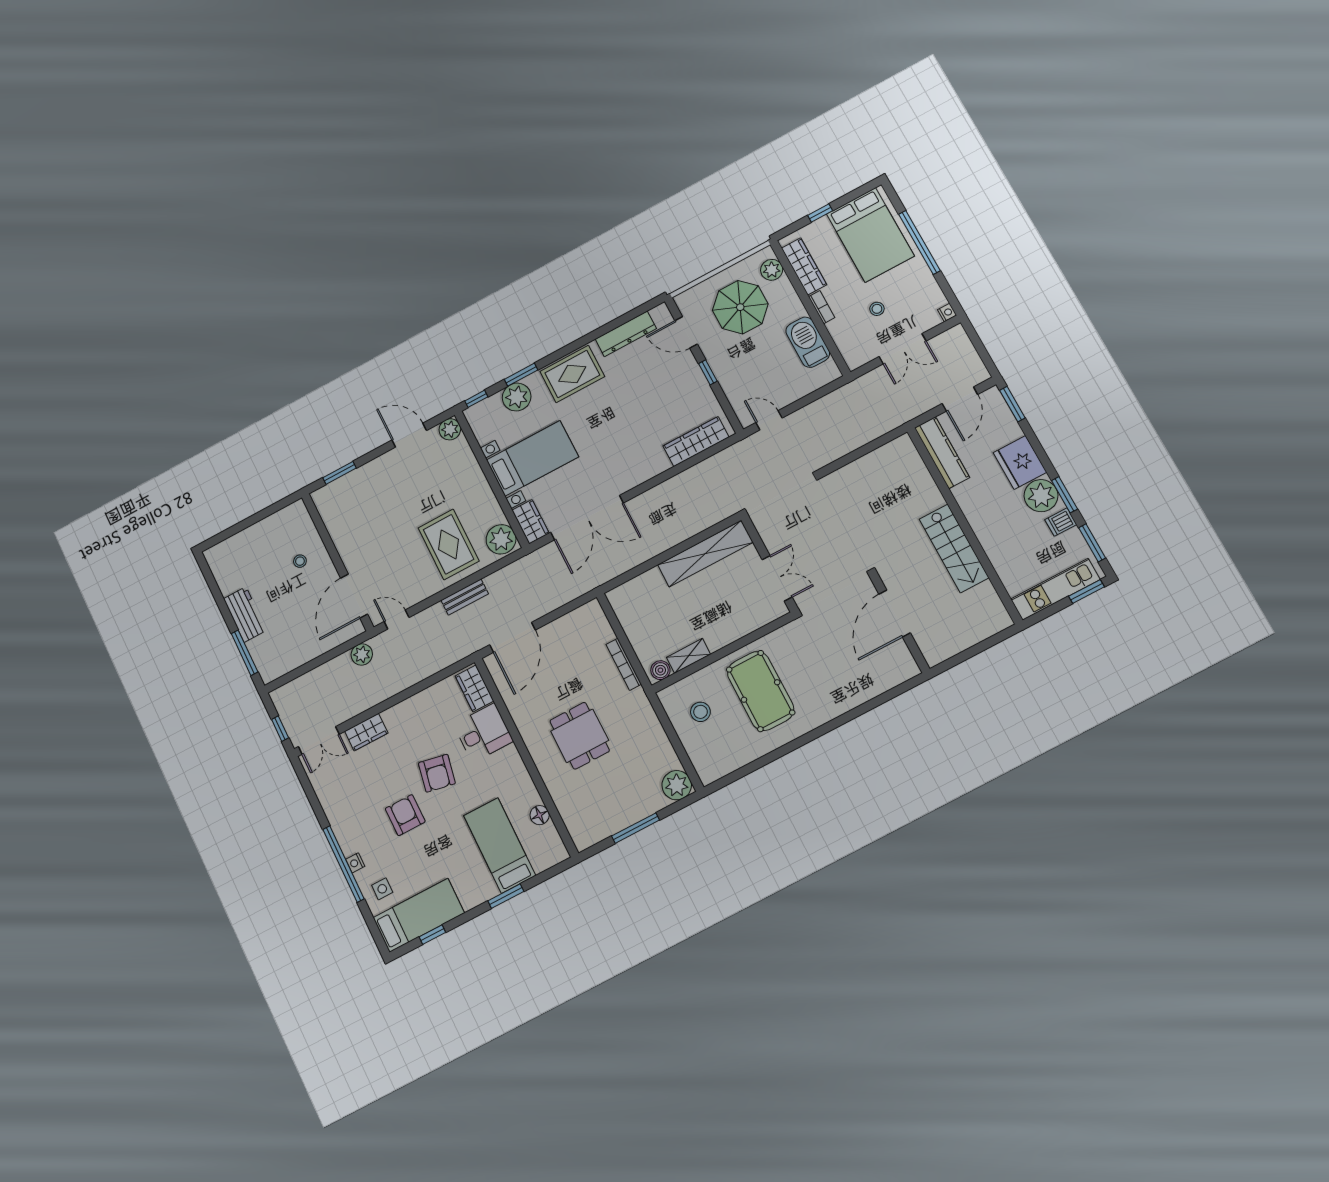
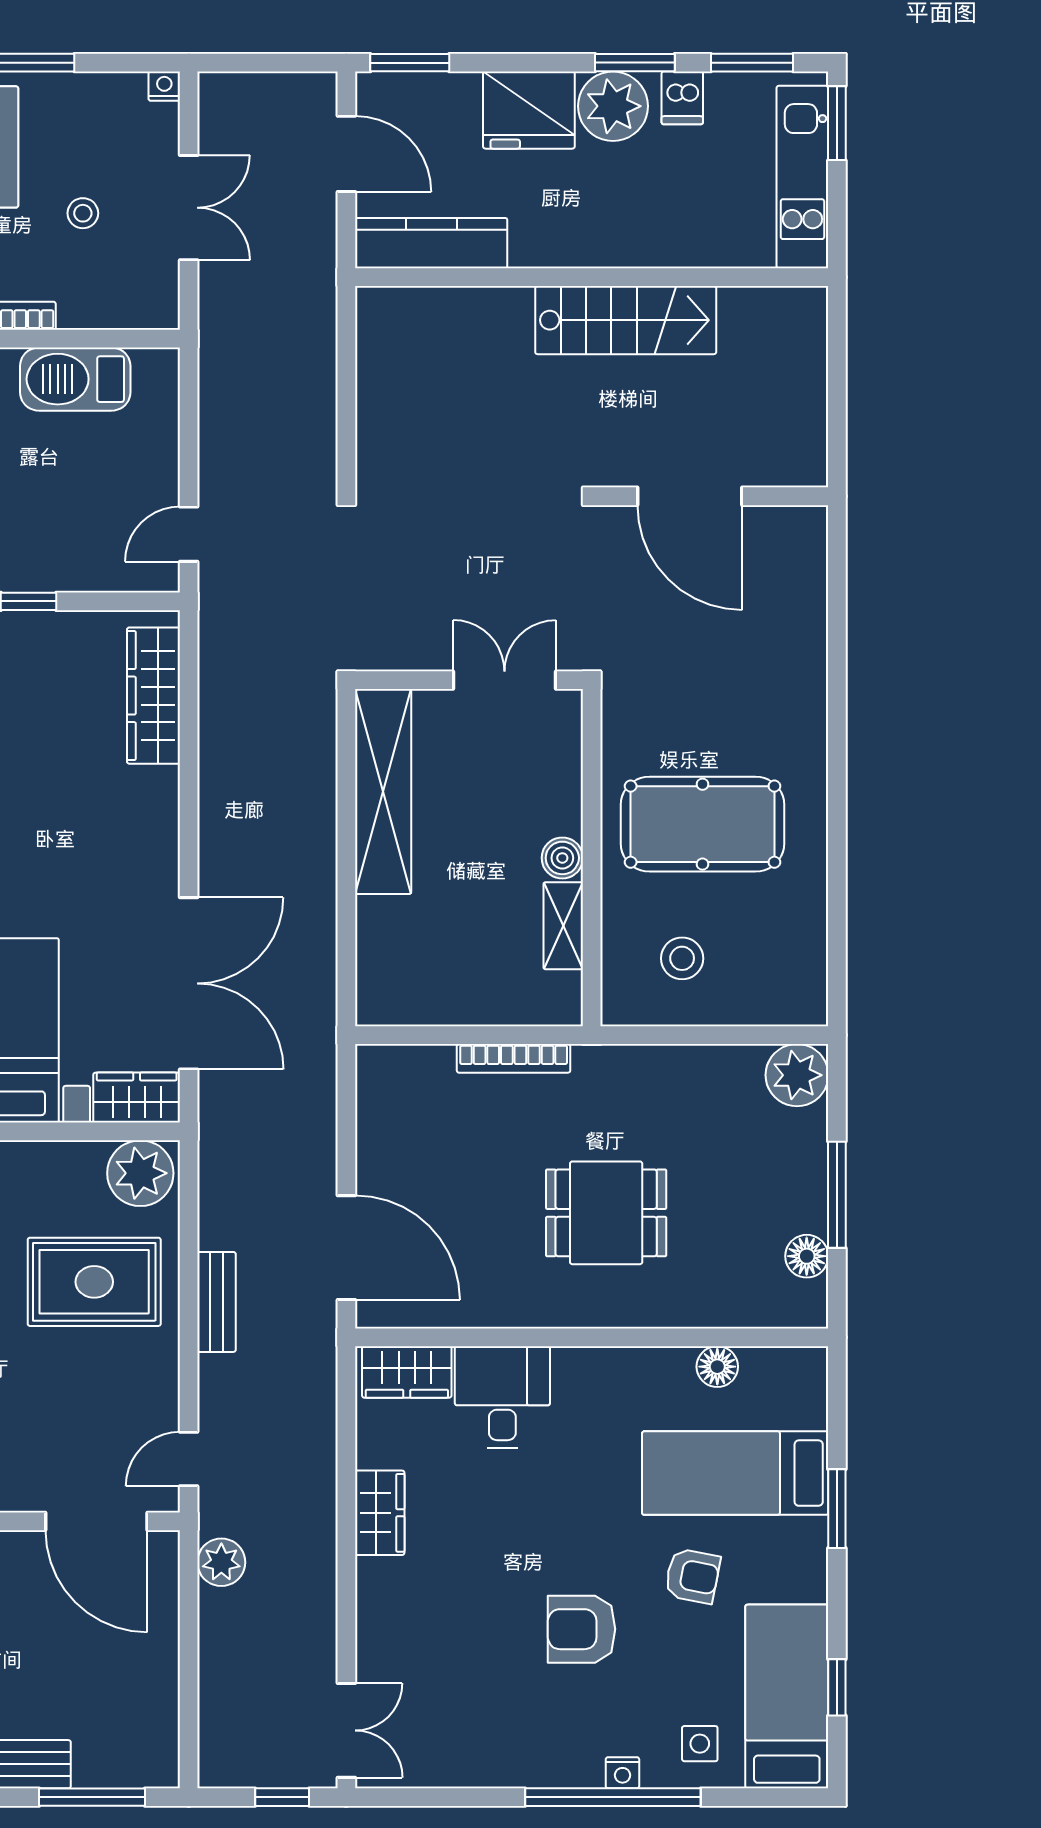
boiler: (660, 670) -> (562, 858), moved
wardrobe: (366, 732) -> (380, 1513), moved
armchair: (437, 773) -> (692, 1576), moved, width x0.72, depth x0.72
floor lamp: (604, 829) -> (807, 1256), added

